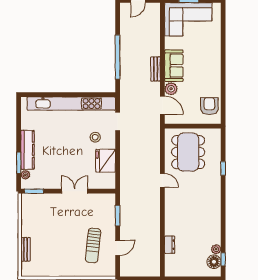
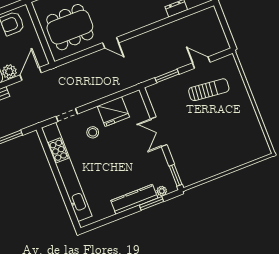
door: (162, 180) -> (111, 43), swing flipped
bench: (26, 249) -> (241, 160), removed

